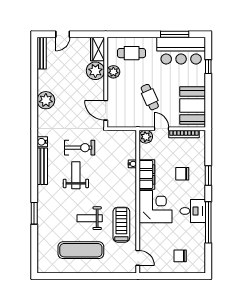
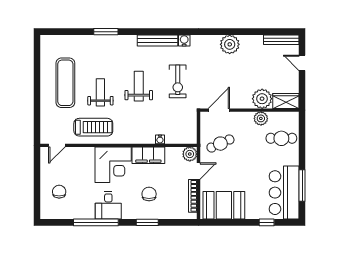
cafe table: (132, 53) -> (281, 138), turned 90
cafe table: (150, 97) -> (220, 144), moved
weight bench: (76, 175) -> (139, 86), moved, turned -90

